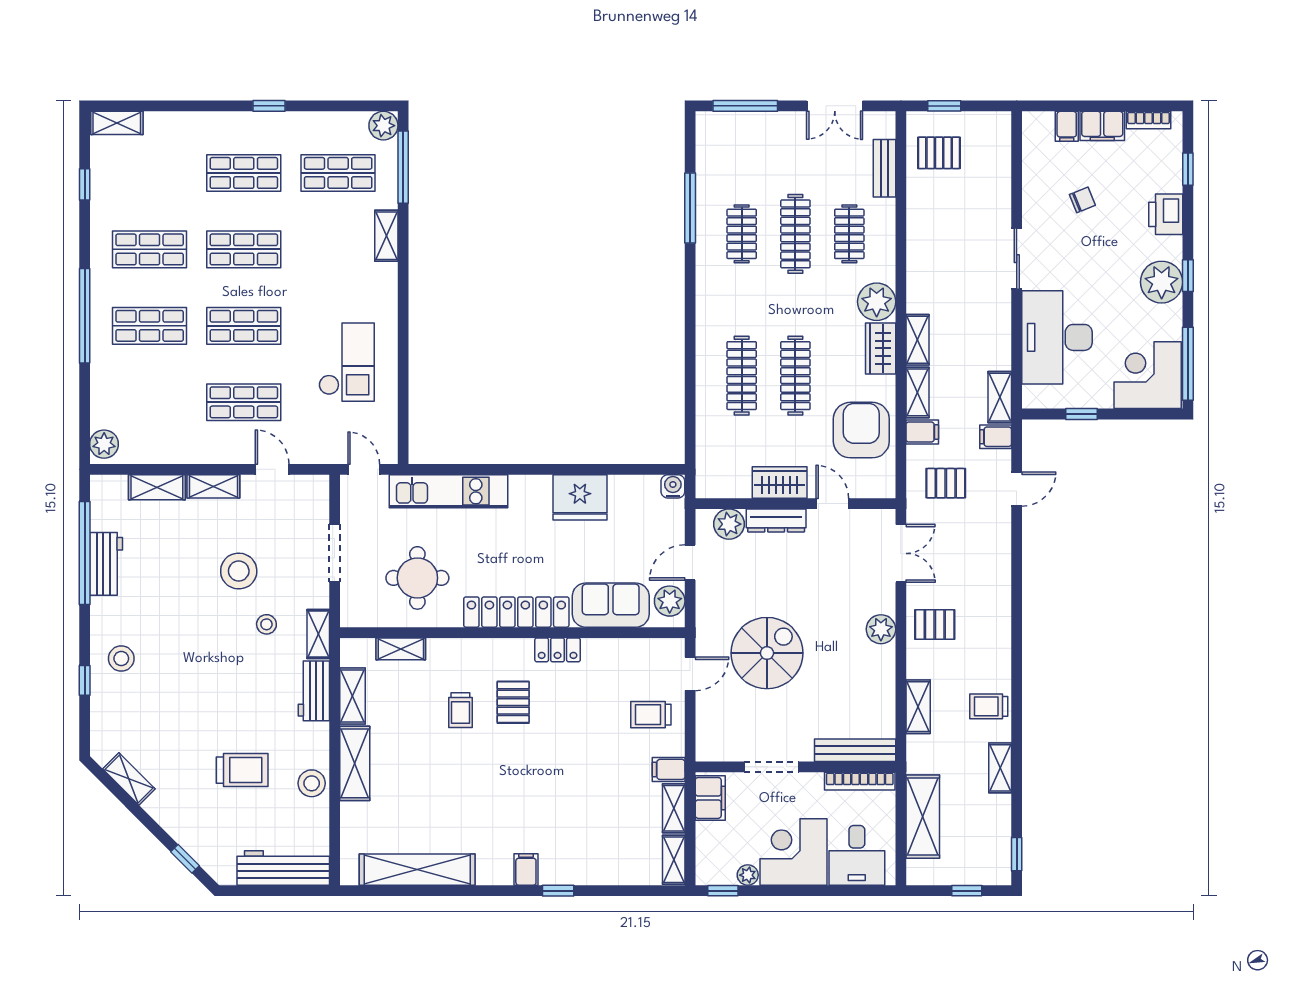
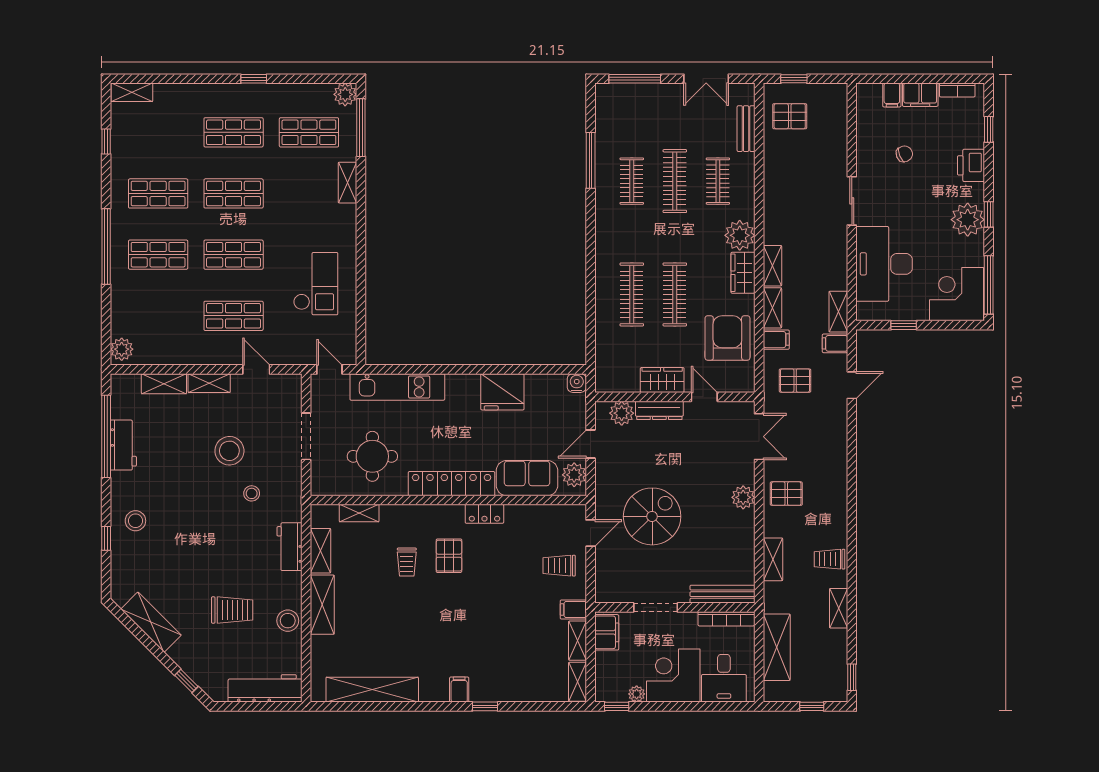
shelving: (318, 634) -> (293, 501), removed
shelving: (129, 779) -> (151, 622), width x1.50, depth x1.33

